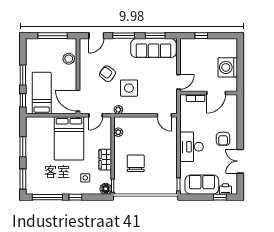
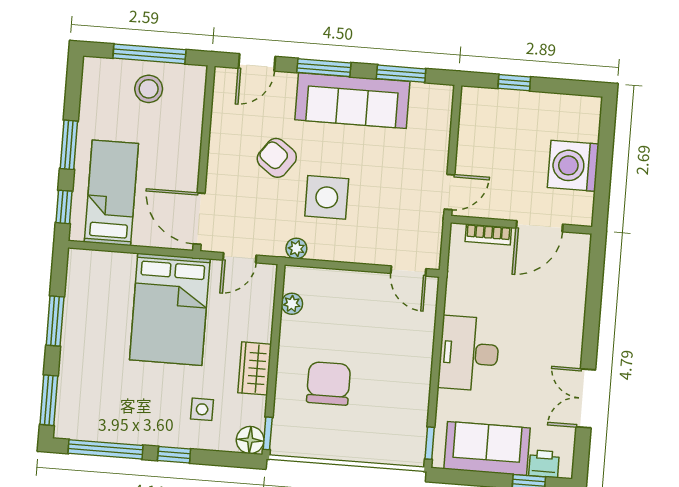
sofa: (154, 48) -> (352, 101), moved
stool: (69, 59) -> (149, 89), moved
armchair: (223, 139) -> (548, 340), removed

